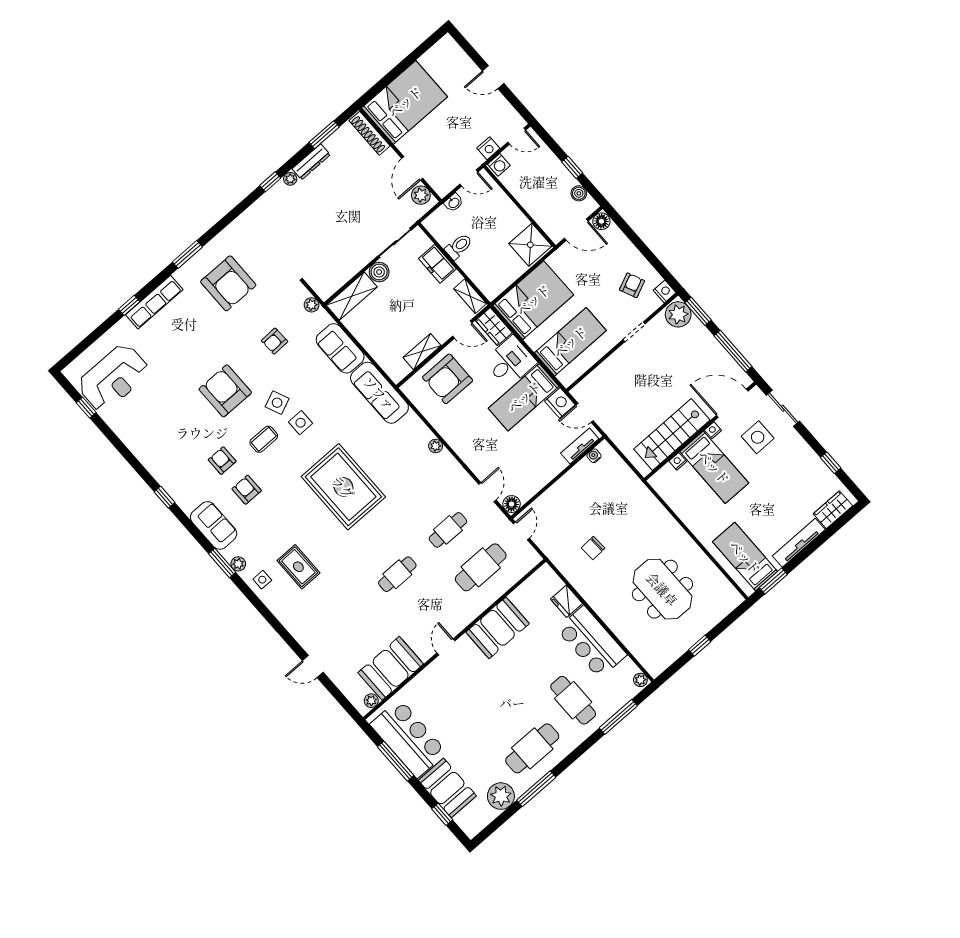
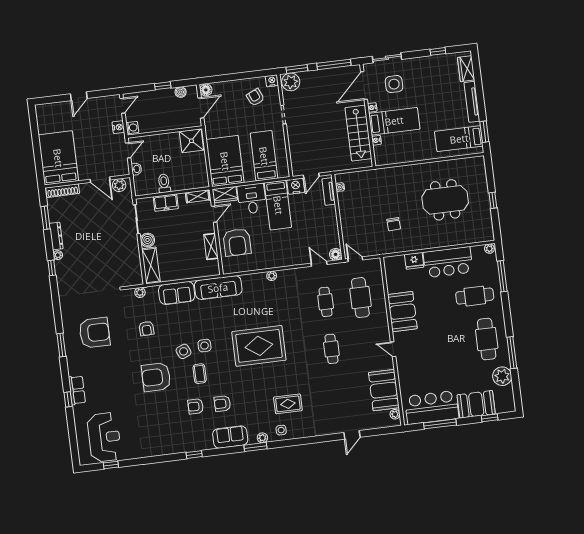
row of seats: (154, 302) -> (77, 390), width x0.68

